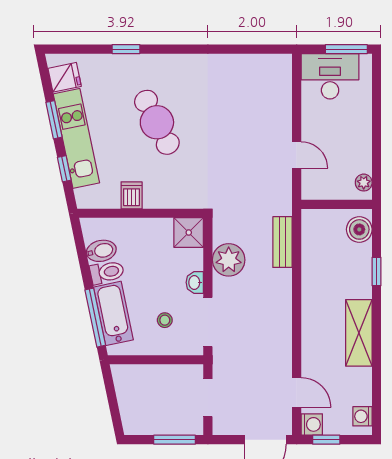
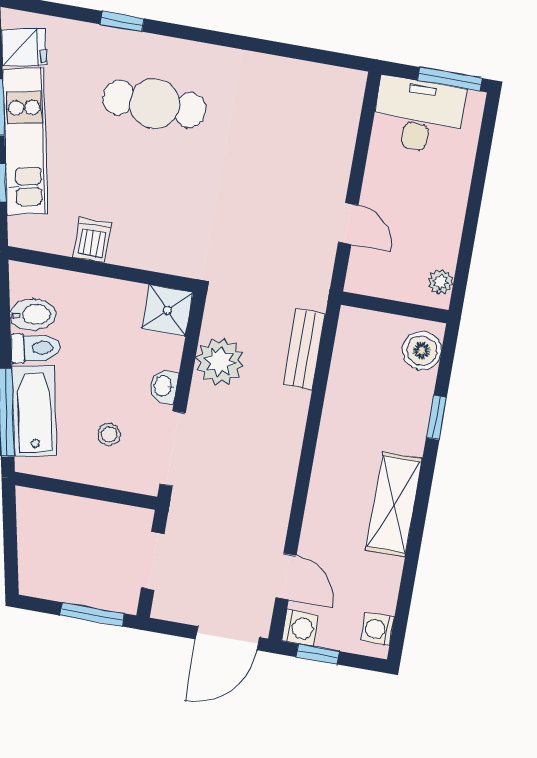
cafe table: (157, 122) -> (154, 104), moved, turned -63

